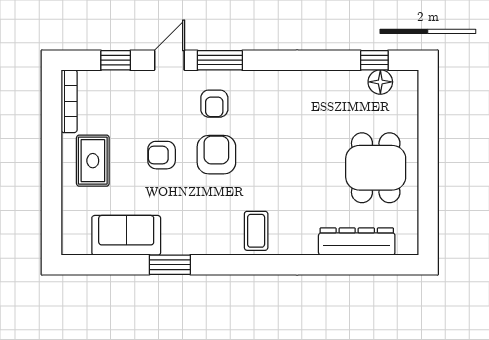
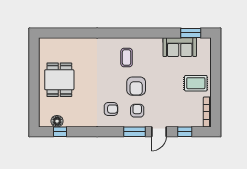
armchair: (162, 155) -> (111, 109), moved
rug: (93, 161) -> (196, 83), turned 90
coffee table: (256, 231) -> (127, 58), moved
dresser: (357, 242) -> (68, 44), removed
window: (170, 265) -> (191, 33), moved

